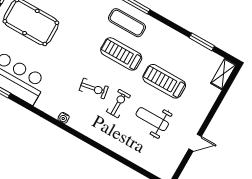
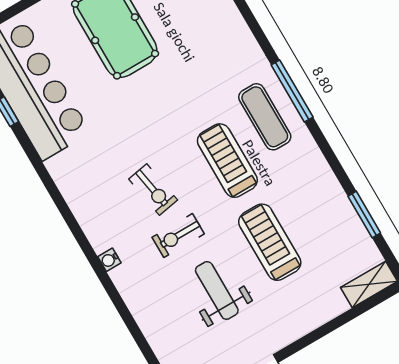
exercise bike: (118, 104) -> (178, 236), turned 180
water cooler: (64, 118) -> (109, 260), moved

